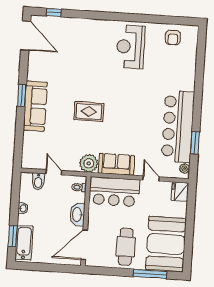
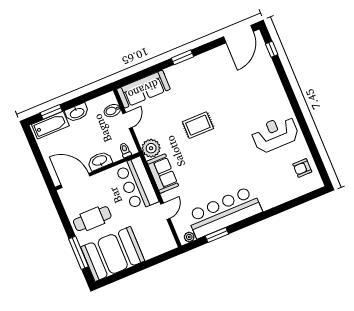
sofa: (35, 106) -> (143, 89), moved
rug: (89, 112) -> (198, 125), turned 90
fridge: (180, 192) -> (166, 243), removed
washbasin: (23, 208) -> (77, 113), width x1.91, depth x1.45

